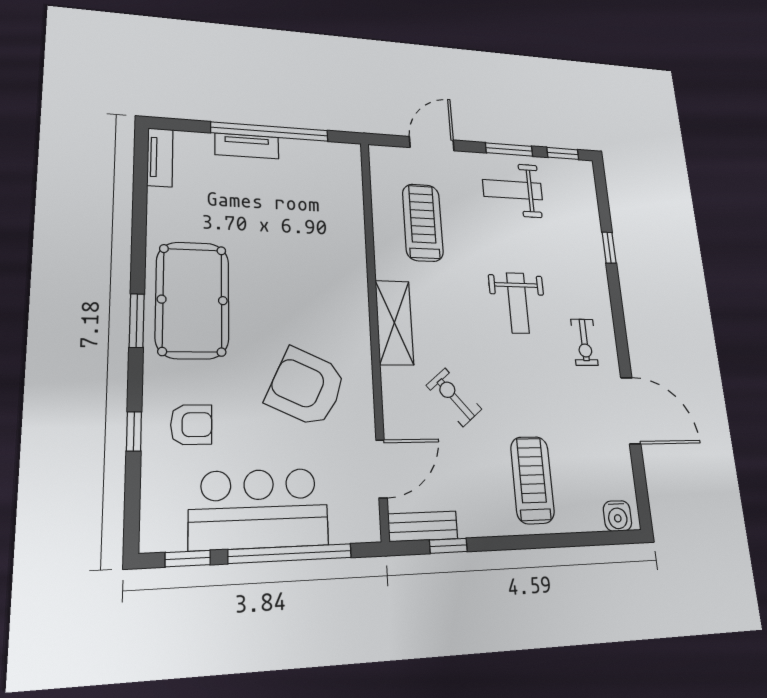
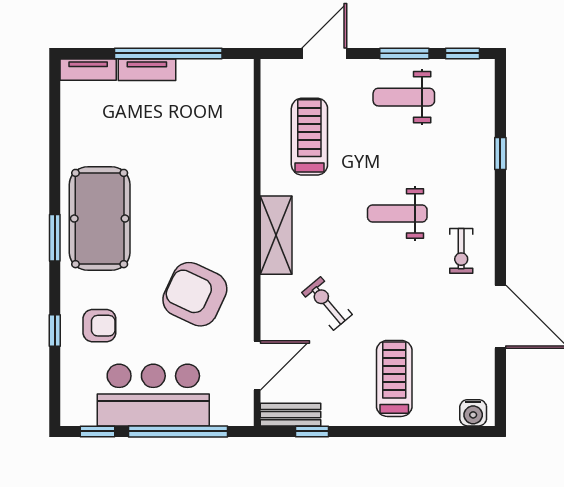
tv unit: (160, 157) -> (88, 70), moved, turned 90
weight bench: (518, 303) -> (397, 213), turned 90

